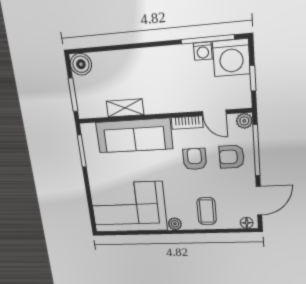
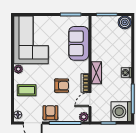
washing machine: (203, 51) -> (126, 73), moved
shelving: (125, 108) -> (96, 73), moved
sofa: (134, 136) -> (79, 43), width x0.73
armchair: (232, 157) -> (50, 113), moved

